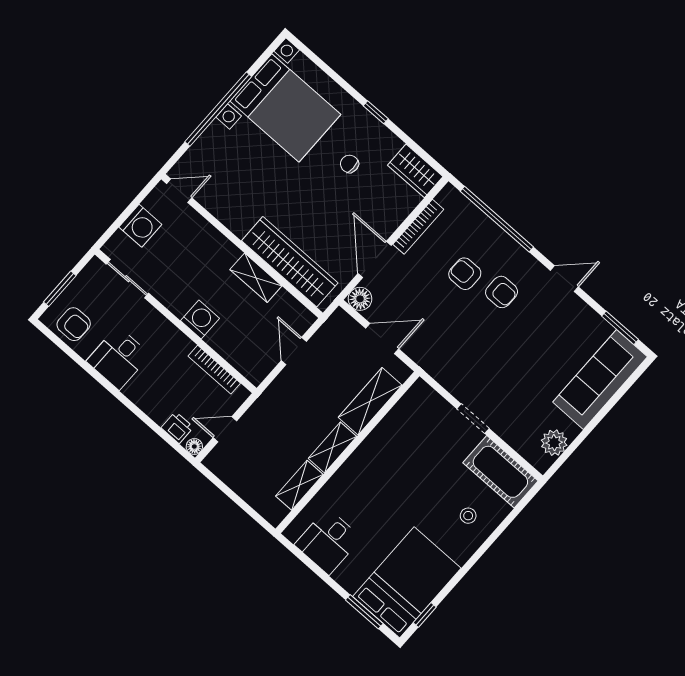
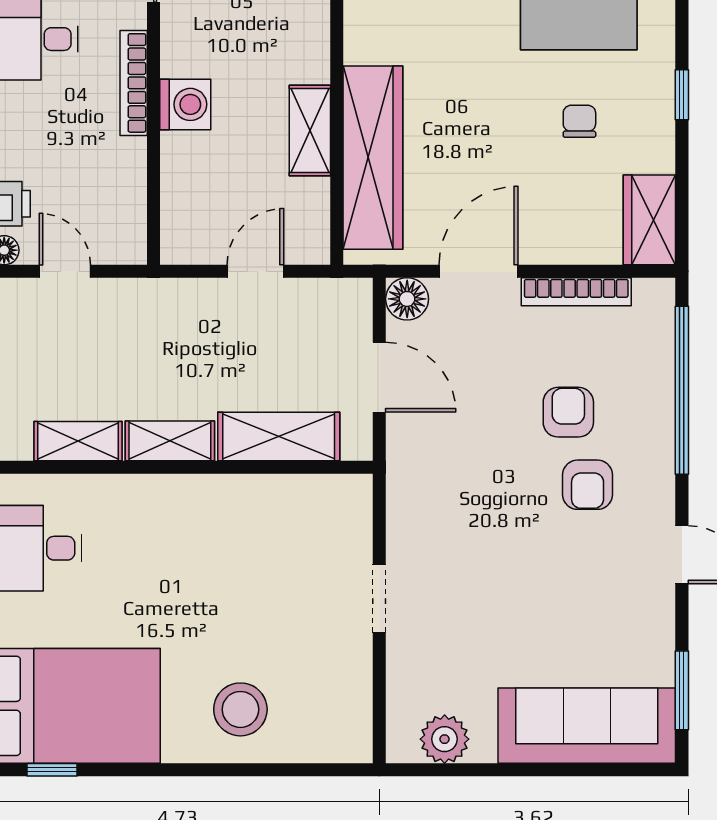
bookcase: (214, 370) -> (134, 83), moved
cot: (500, 472) -> (340, 701), removed
stool: (468, 516) -> (240, 709), width x1.89, depth x1.89

